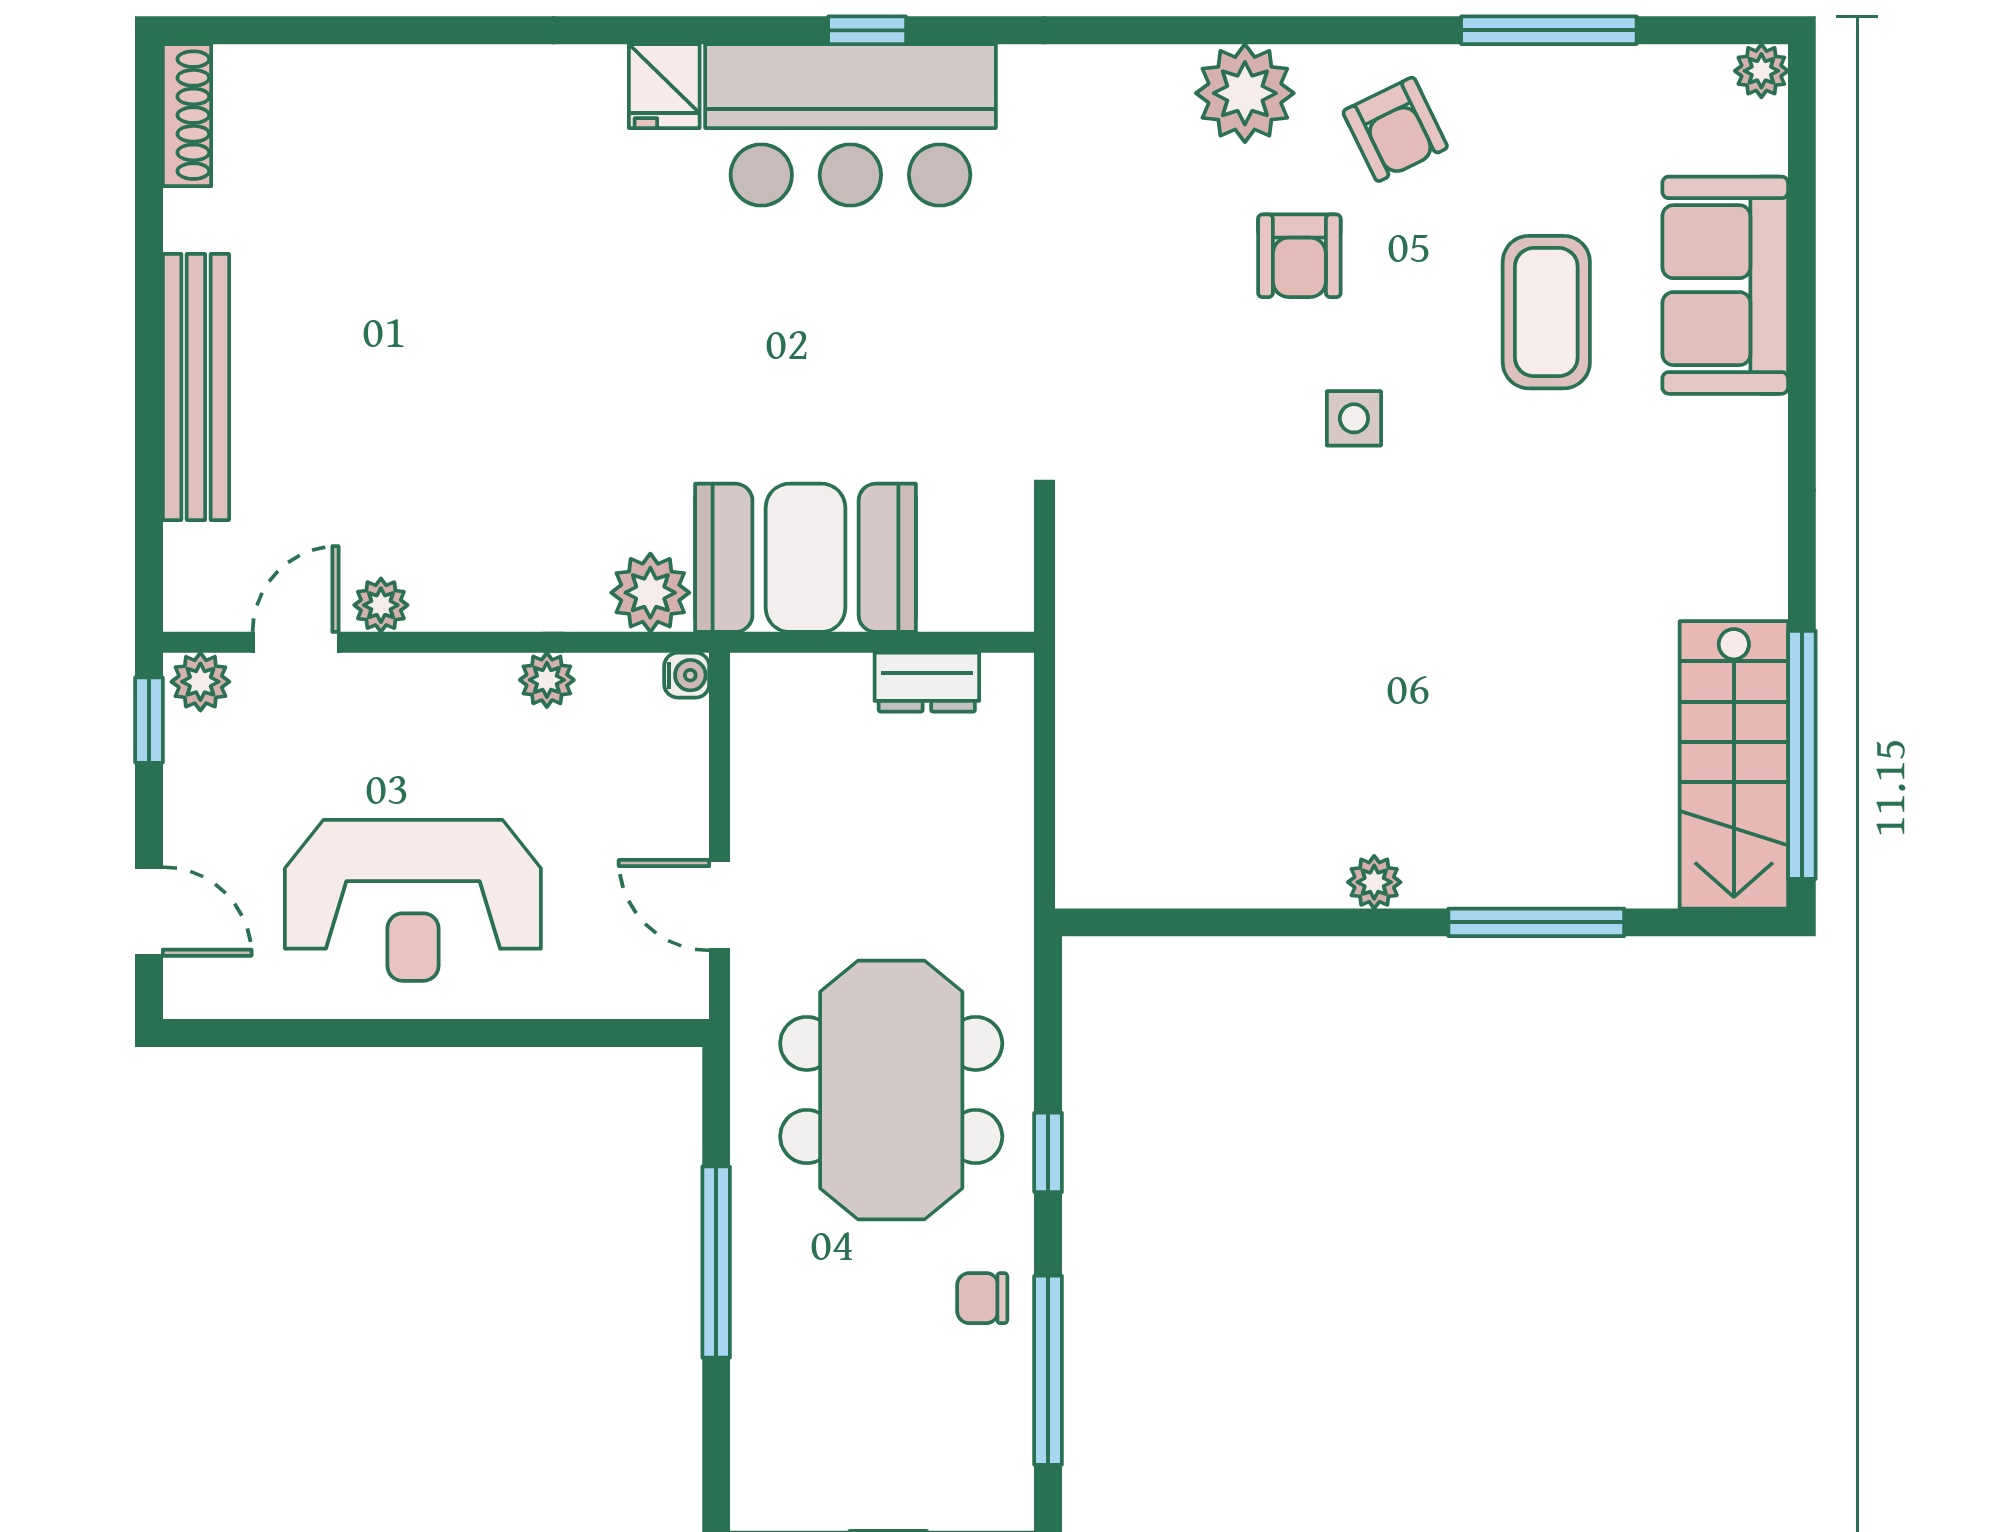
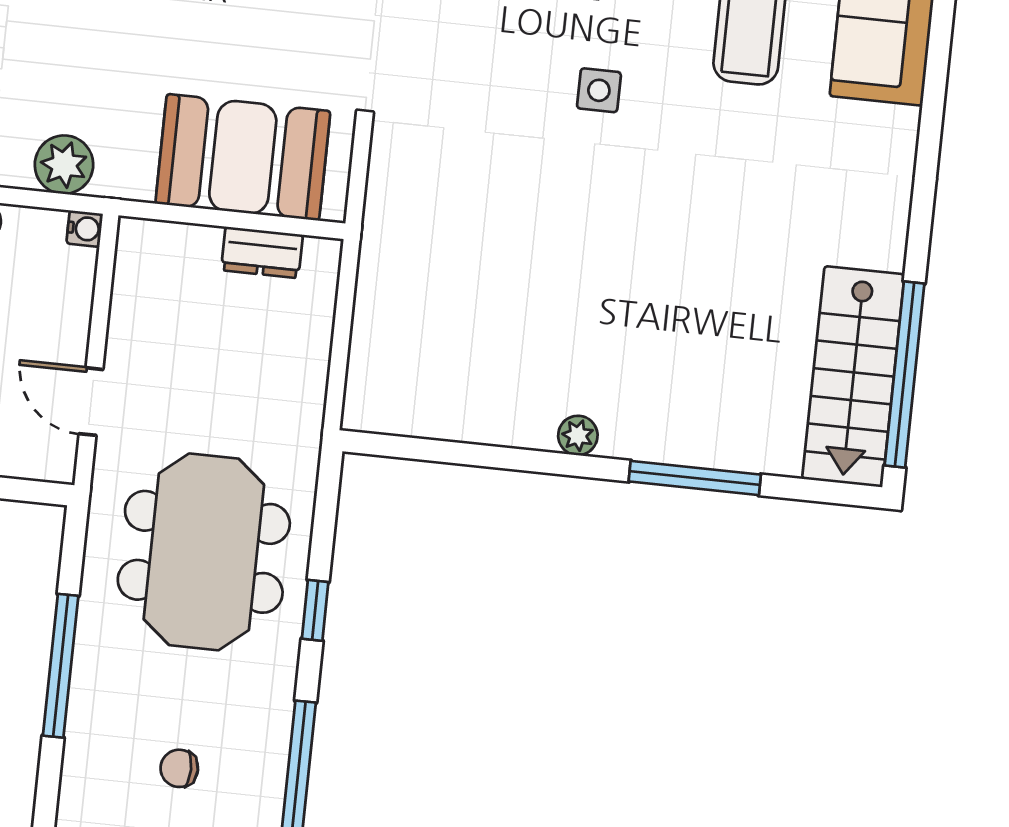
booth: (806, 558) -> (243, 157), moved
chair: (982, 1298) -> (179, 768), moved

